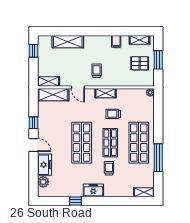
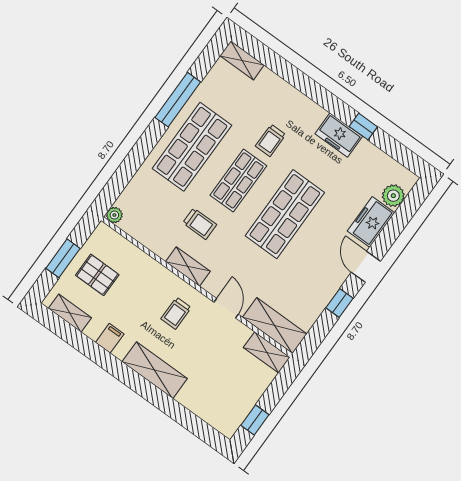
shelving: (68, 42) -> (155, 370), moved
freezer: (93, 190) -> (339, 135), moved

